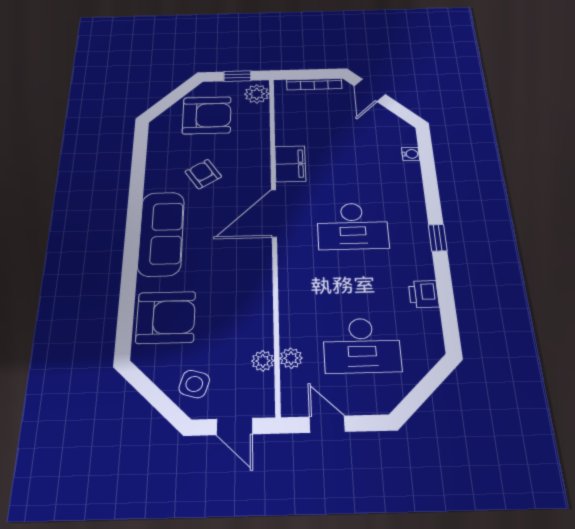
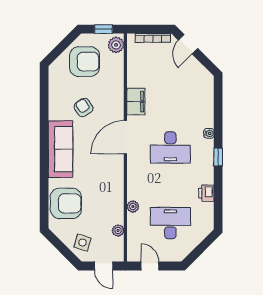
water cooler: (411, 154) -> (209, 133), moved
desk: (362, 345) -> (170, 223), turned 180
plant: (291, 358) -> (133, 207), moved

